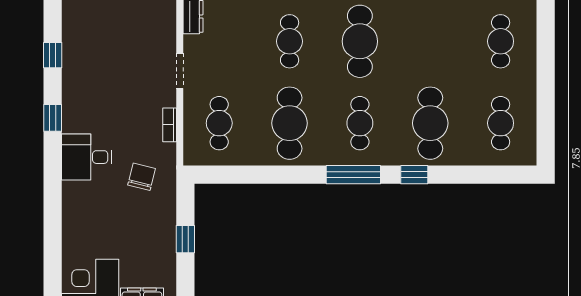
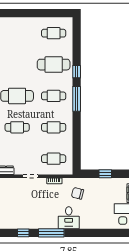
cafe table: (501, 41) -> (17, 33), removed
window: (53, 118) -> (51, 233), width x2.17
cafe table: (290, 123) -> (54, 127), width x0.73, depth x0.74

